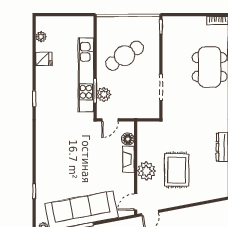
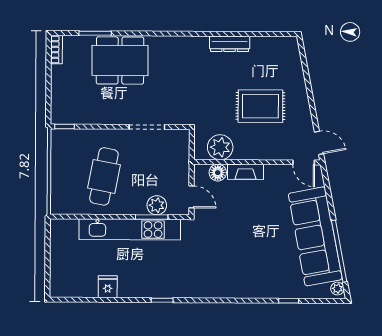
plant: (41, 37) -> (77, 290), removed
cafe table: (125, 56) -> (104, 176), turned 44
plant: (146, 171) -> (220, 147), moved

